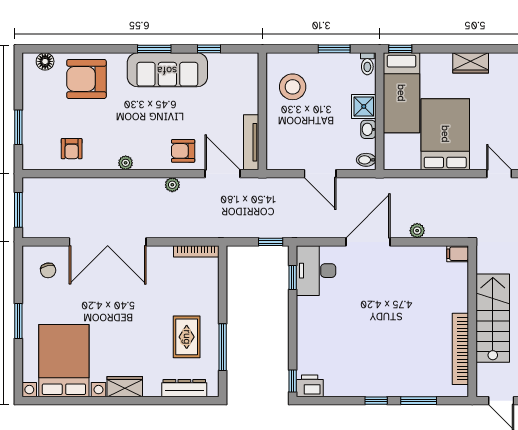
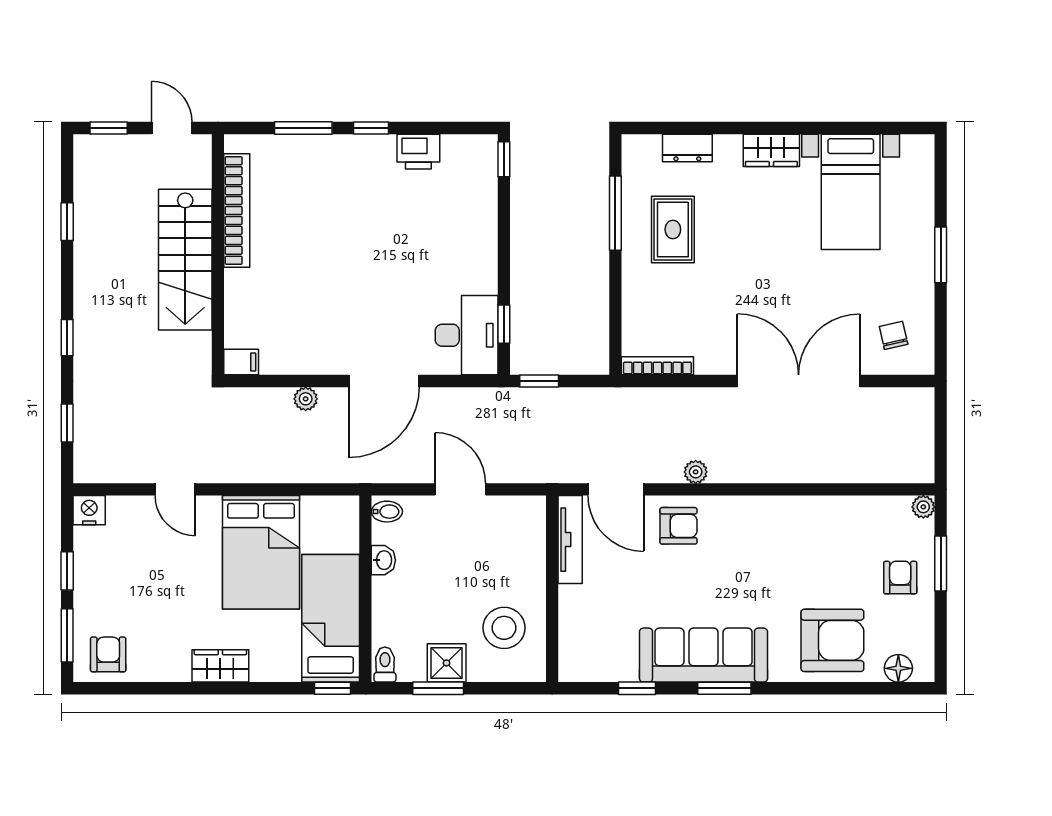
shower: (364, 106) -> (447, 663), moved
armchair: (72, 149) -> (900, 578), moved
plant: (126, 163) -> (923, 507), moved
window: (18, 210) -> (941, 432), removed
bed with nightstands: (64, 361) -> (851, 192), width x0.73
printer: (310, 386) -> (418, 152), moved
dresser: (184, 388) -> (687, 148), width x0.70

